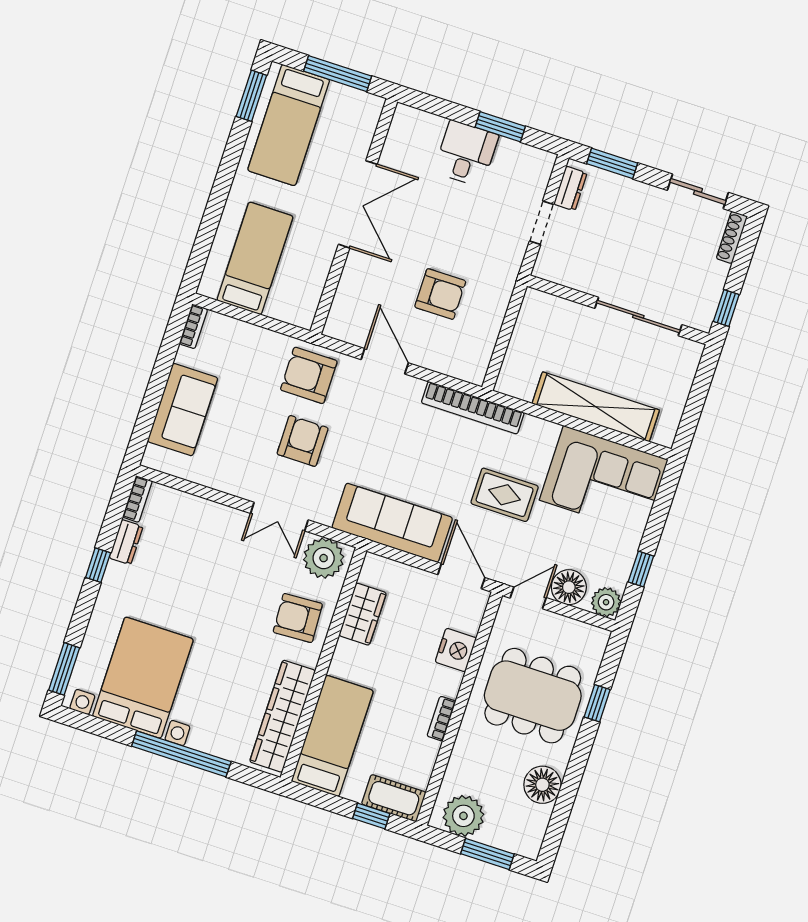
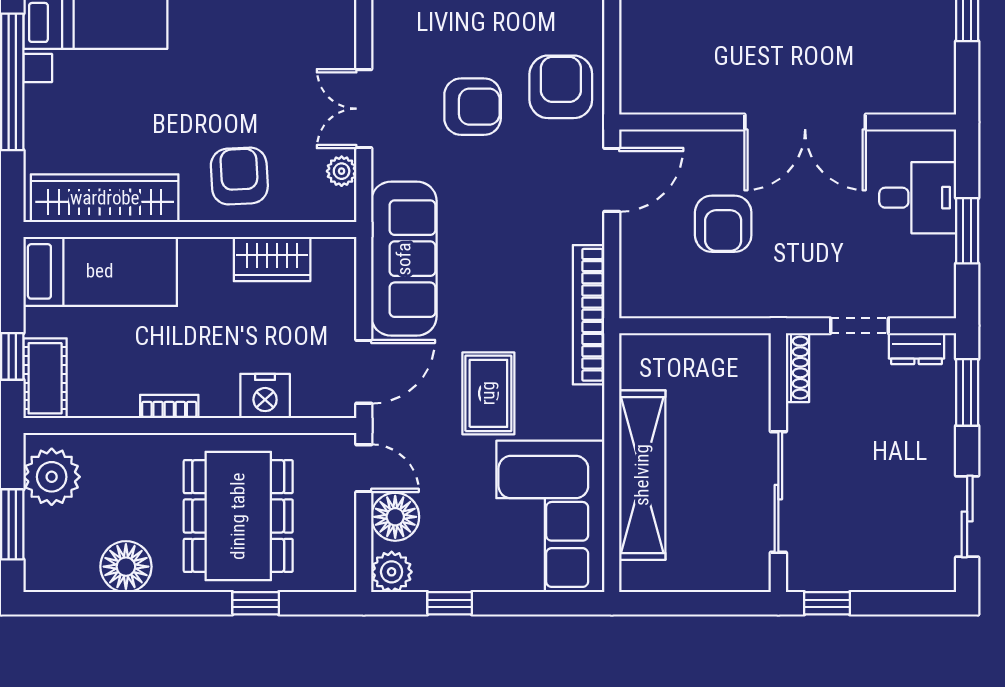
double door: (358, 204) -> (805, 122), moved
wall: (354, 216) -> (788, 122), moved
shoe rack: (732, 237) -> (797, 368), moved, turned 90
plant: (324, 558) -> (342, 171), width x0.53, depth x0.53

